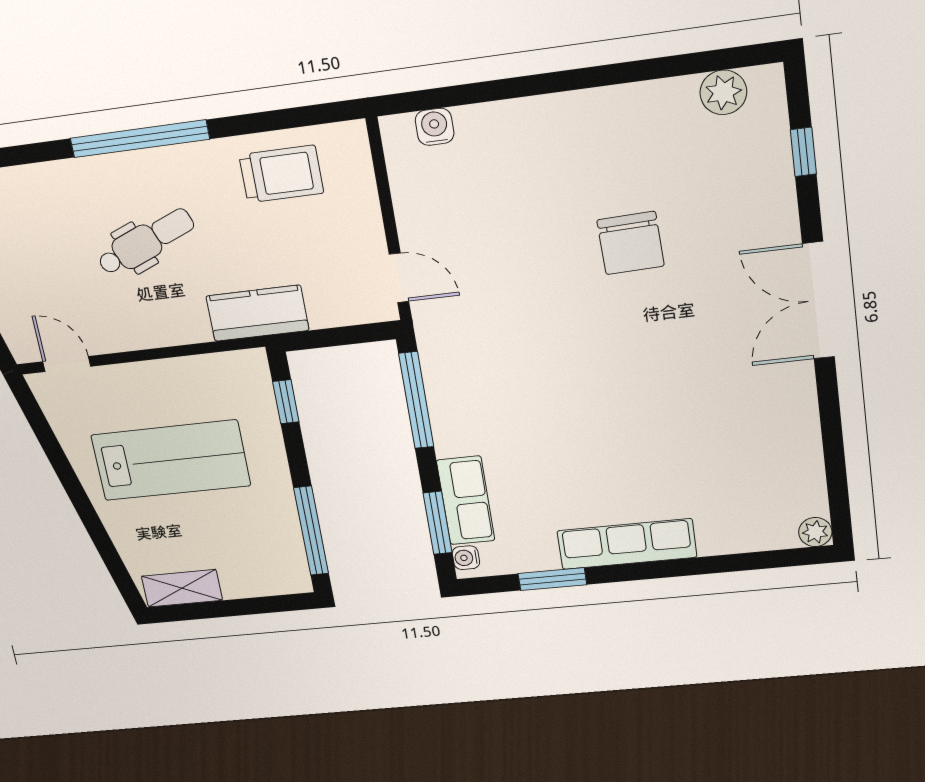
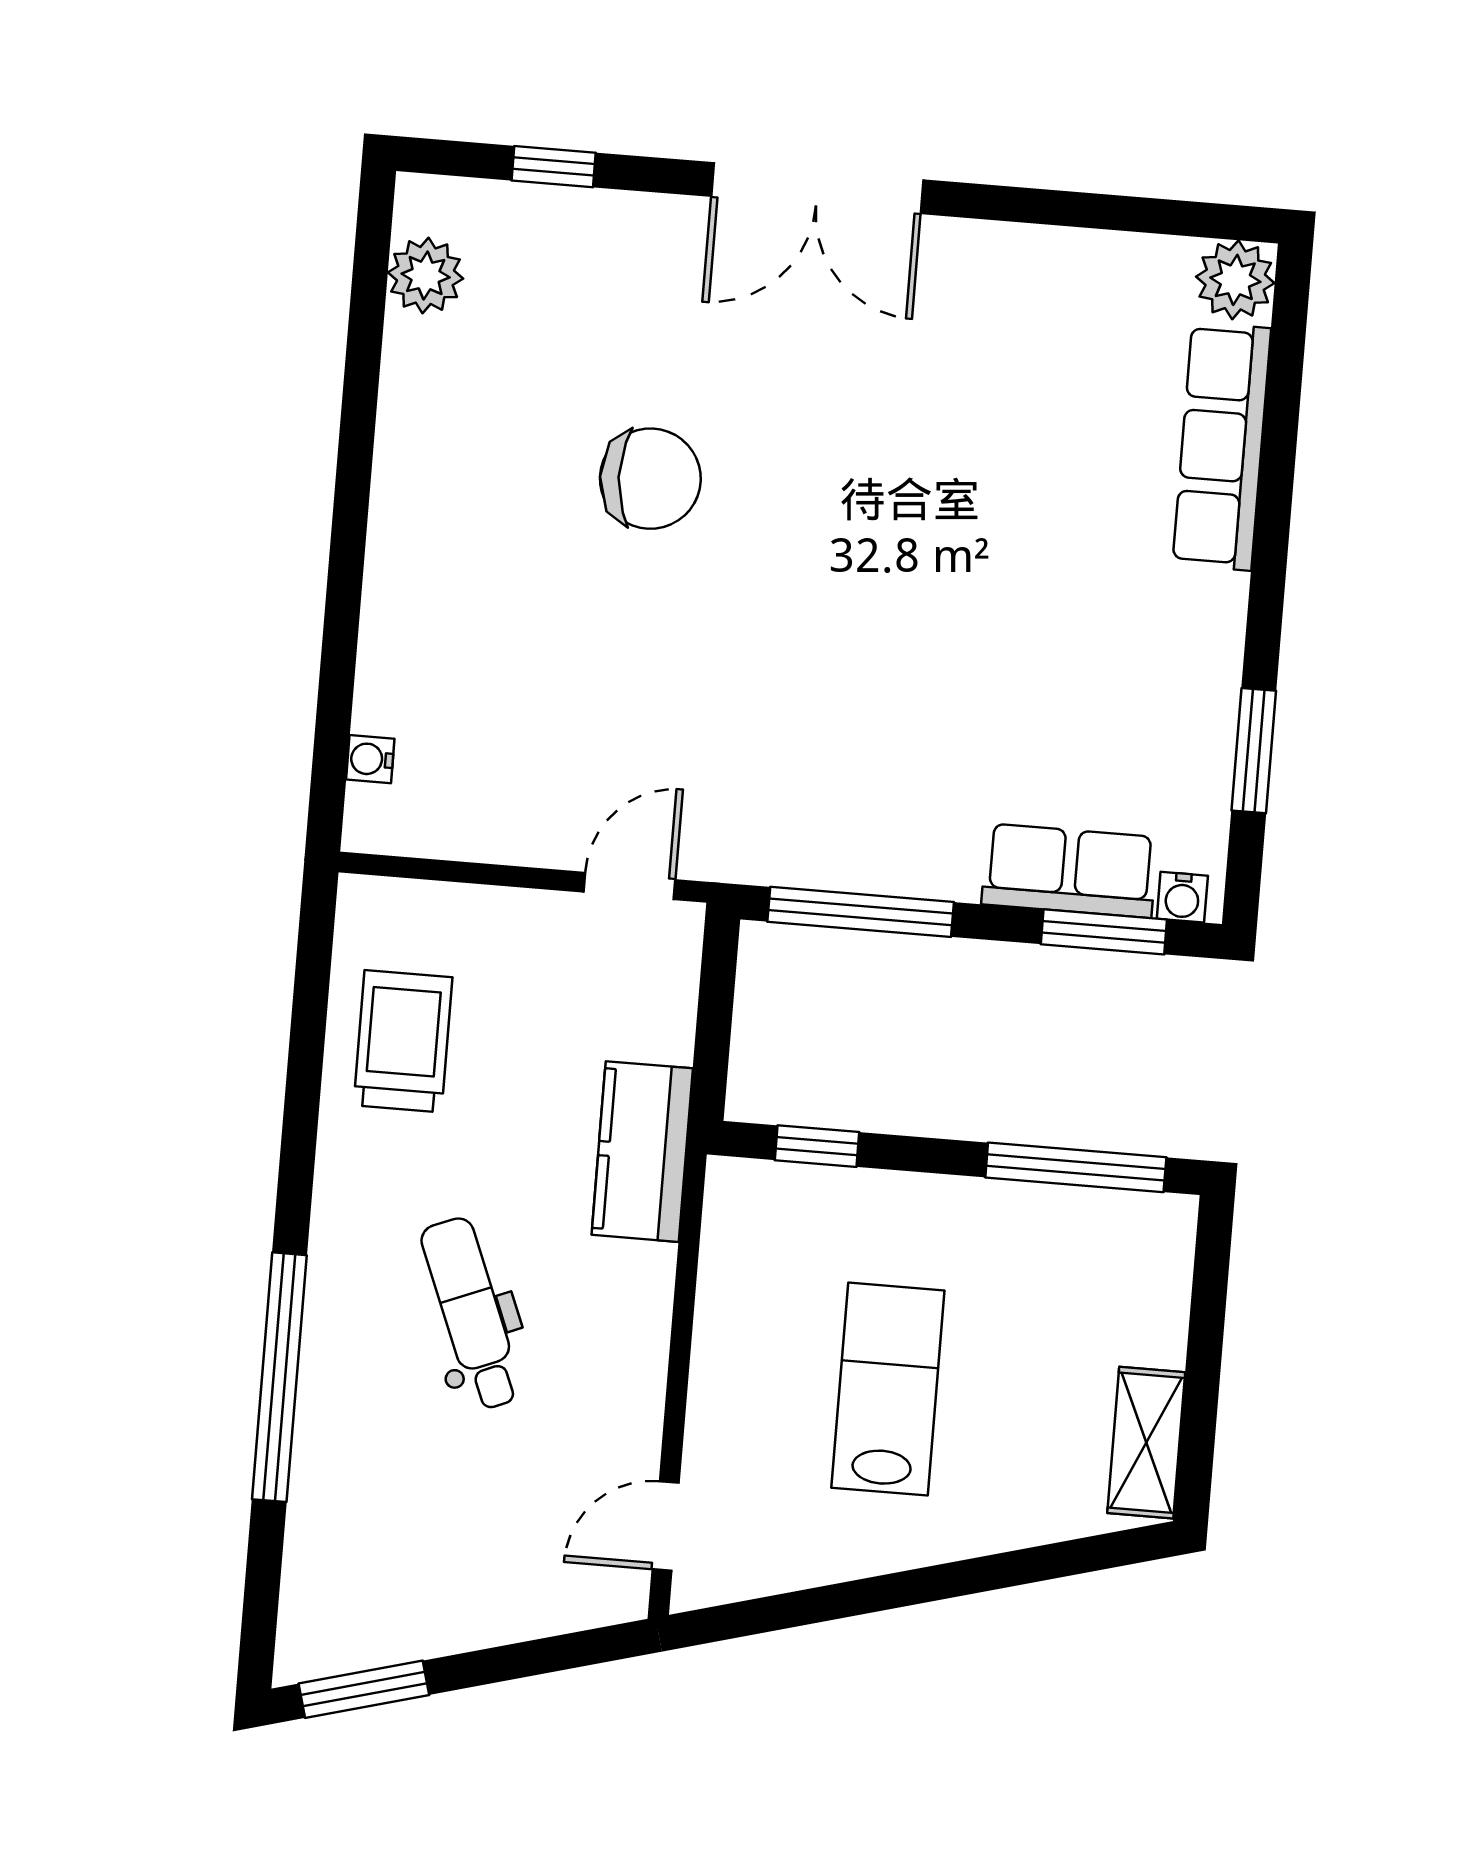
water cooler: (435, 127) -> (370, 759), width x0.72, depth x0.72
window: (140, 139) -> (279, 1377), moved
lab bench: (171, 460) -> (888, 1389), width x0.73, depth x0.72
plant: (815, 532) -> (1235, 280), width x1.38, depth x1.38
row of seats: (627, 544) -> (1222, 446), moved

